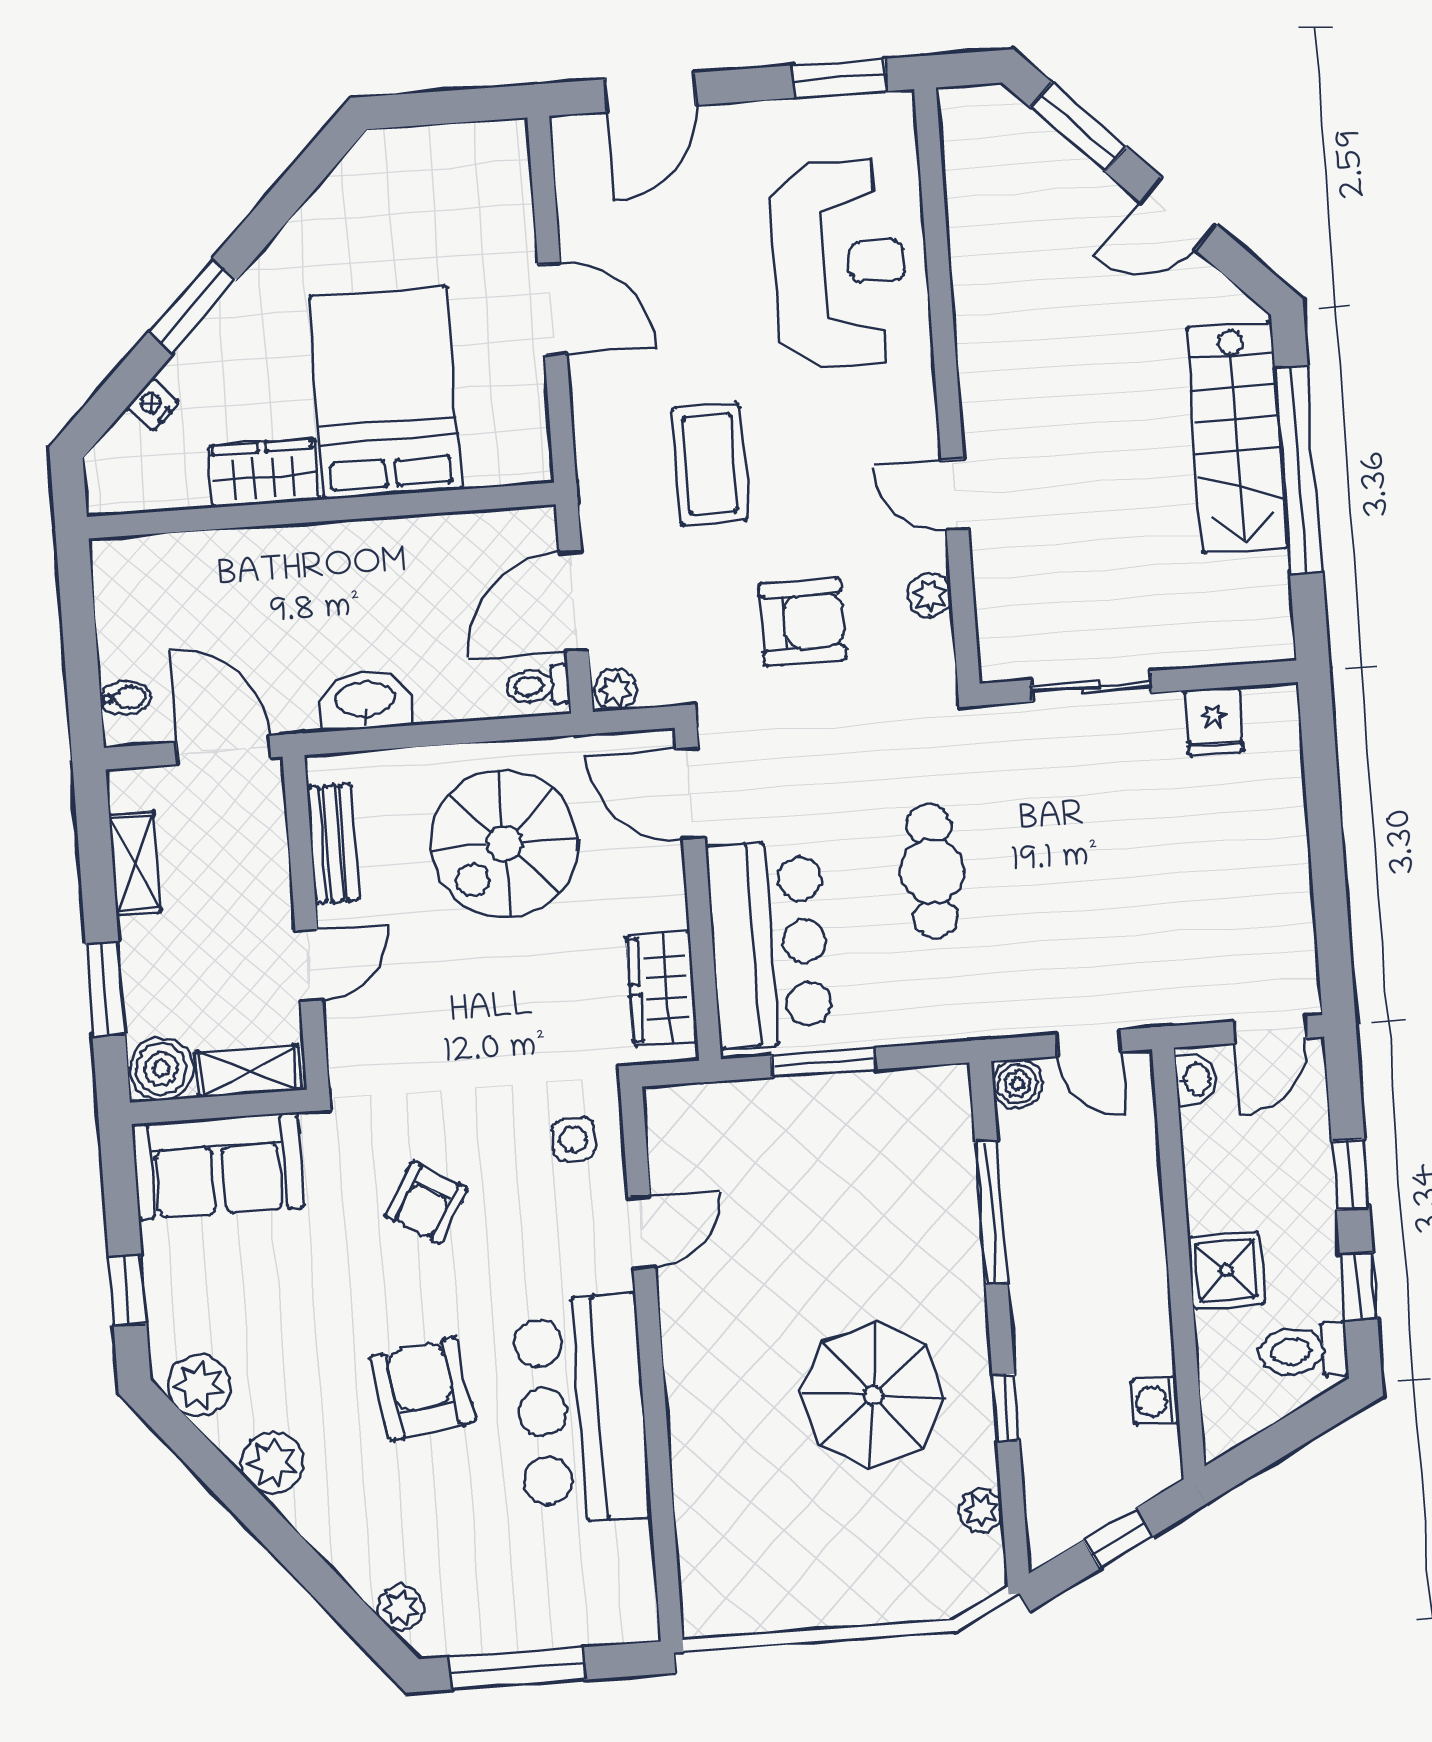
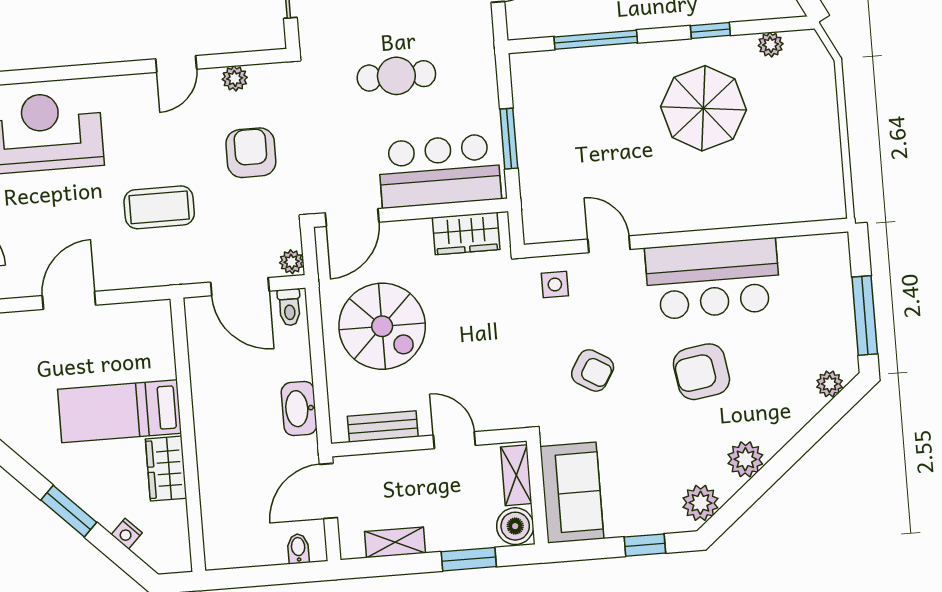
bed: (385, 392) -> (120, 411), width x0.67
boiler: (1017, 1084) -> (521, 25), removed

